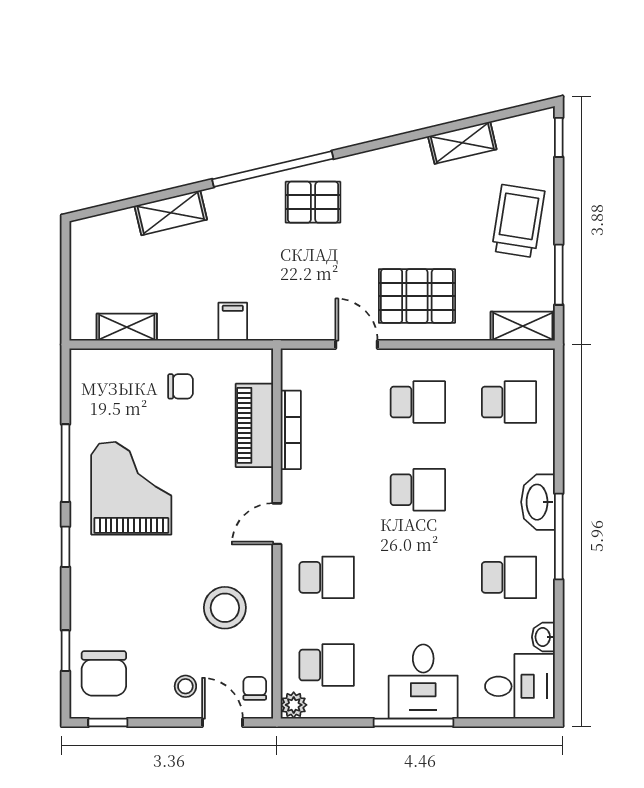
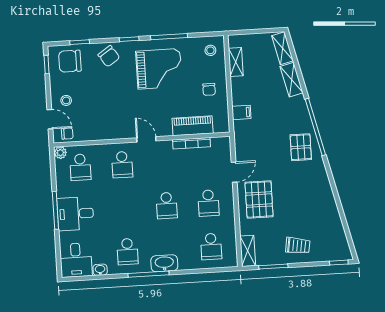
shelving: (462, 143) -> (282, 48), moved
trolley: (518, 221) -> (298, 246), width x0.73, depth x0.72
chair: (98, 591) -> (109, 56), added
stool: (225, 608) -> (210, 50), moved, width x0.53, depth x0.53
door: (222, 723) -> (50, 119), hinge flipped

